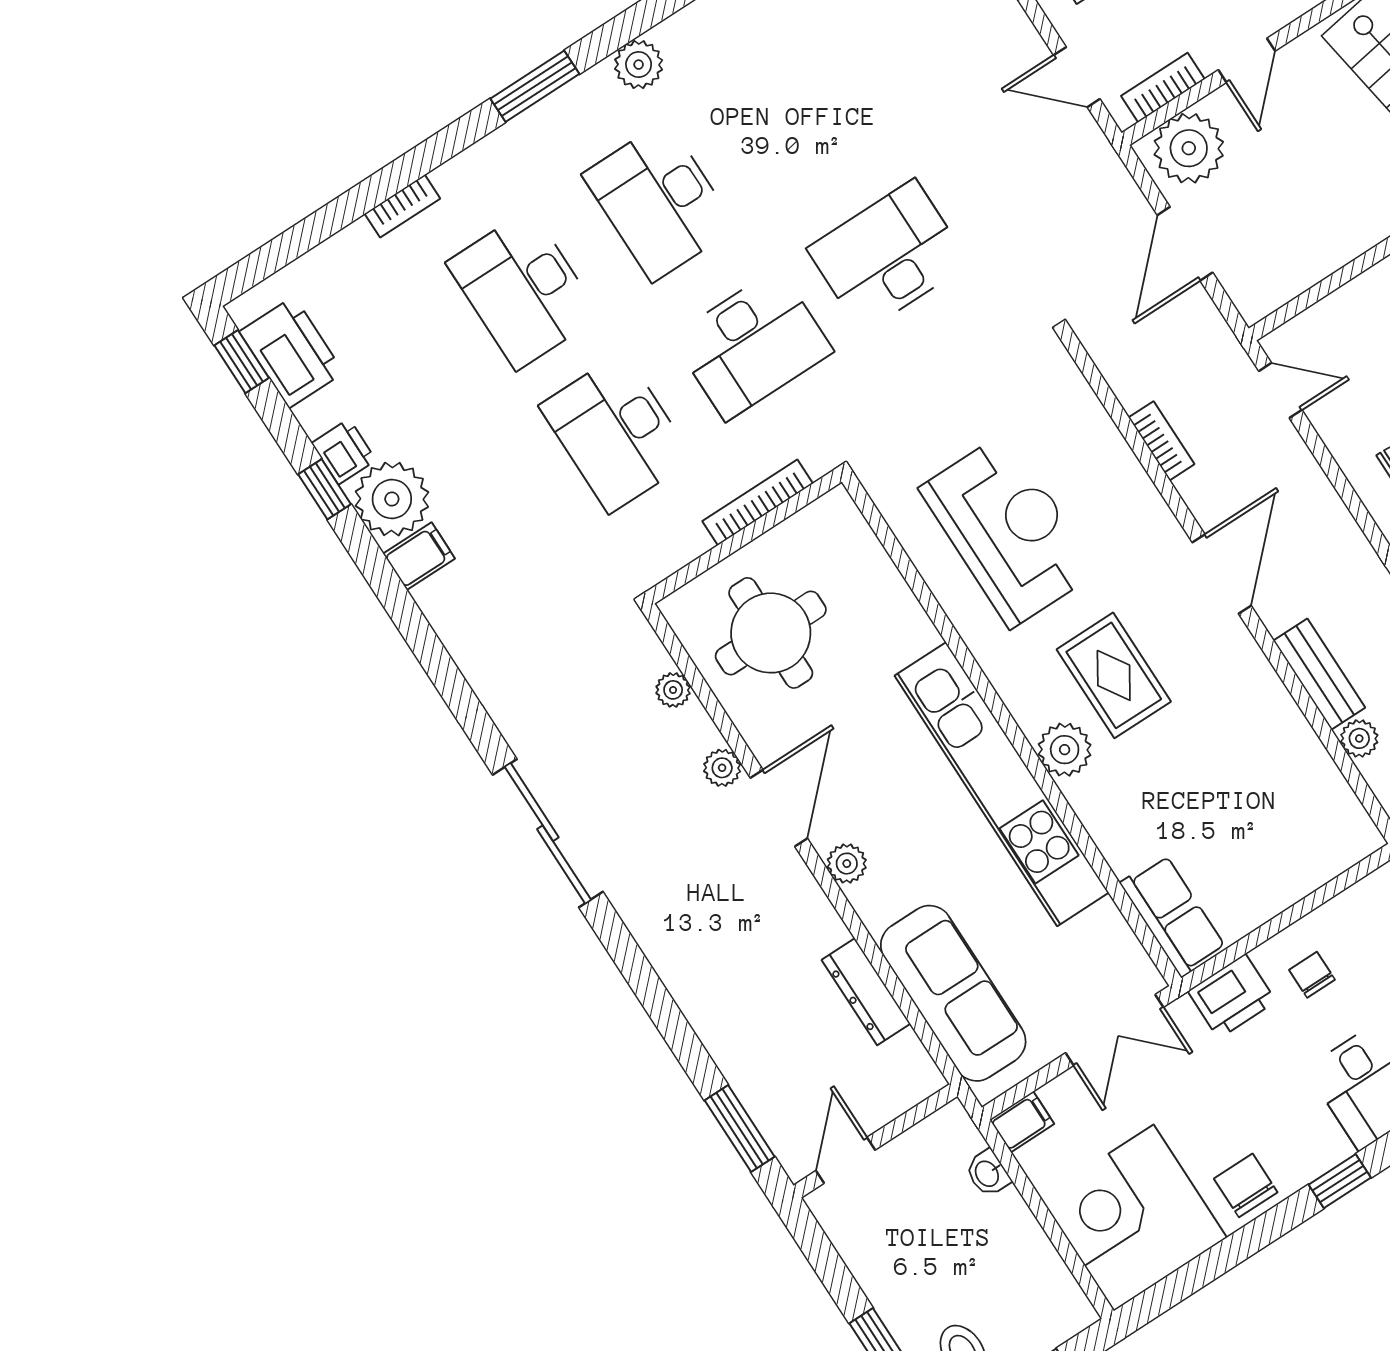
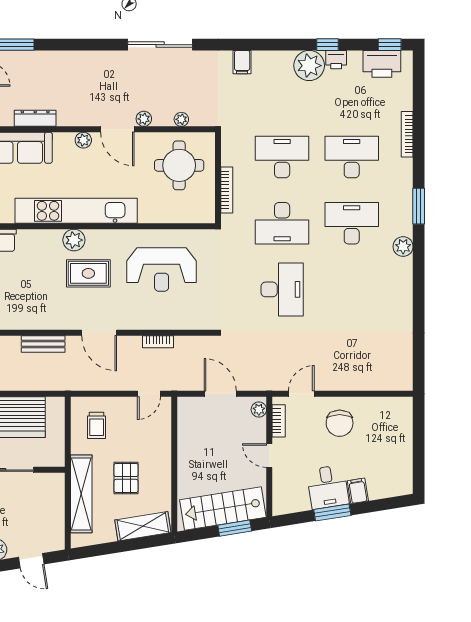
plant: (1189, 148) -> (259, 410), width x0.53, depth x0.53
bookcase: (402, 206) -> (407, 134), width x1.56
desk: (752, 344) -> (282, 223), turned -90
filing cabinet: (419, 556) -> (242, 62), moved
plant: (1359, 738) -> (12, 343), removed

